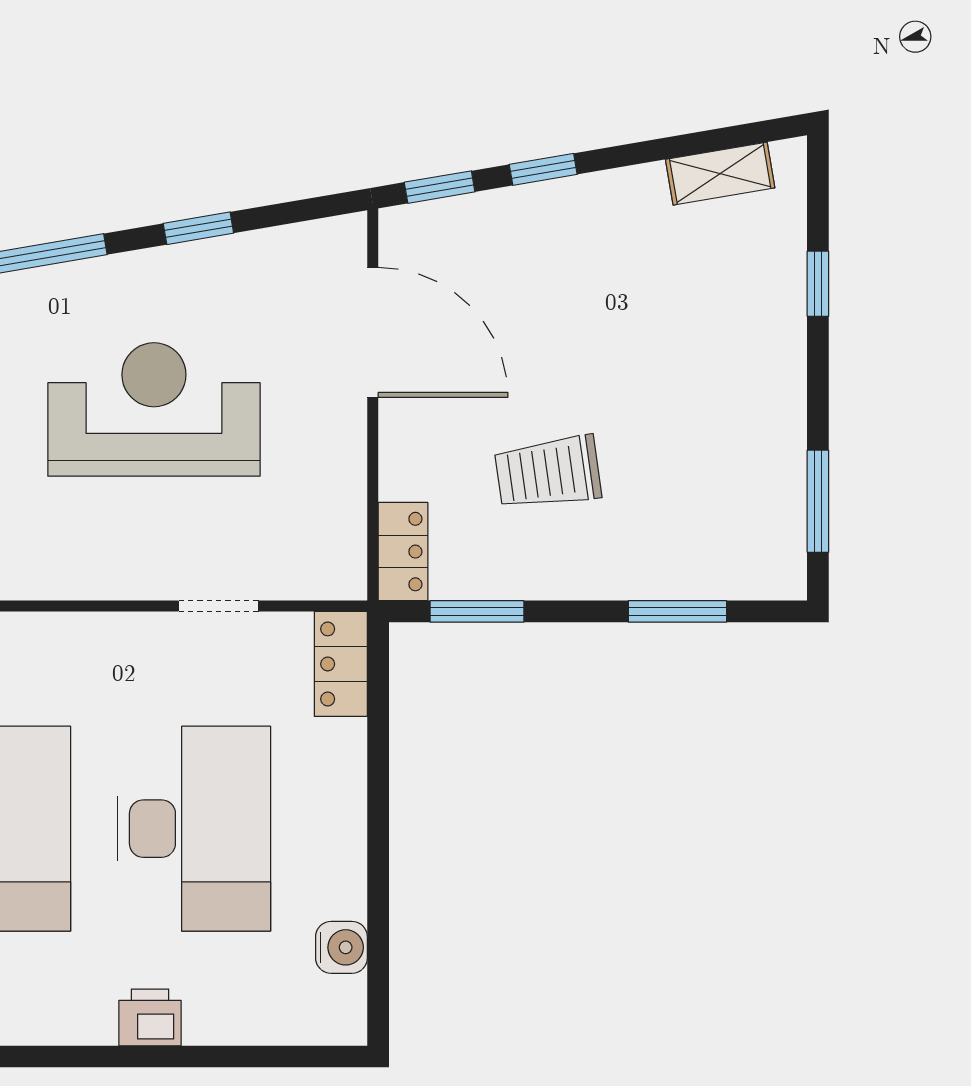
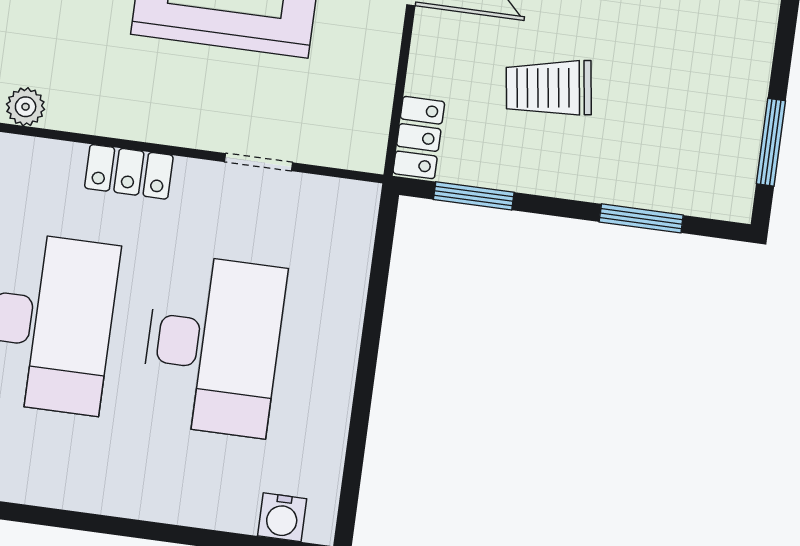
locker: (341, 664) -> (129, 172), moved, turned -90
water cooler: (341, 947) -> (282, 517), moved, turned 90
printer: (150, 1017) -> (155, 498), removed

